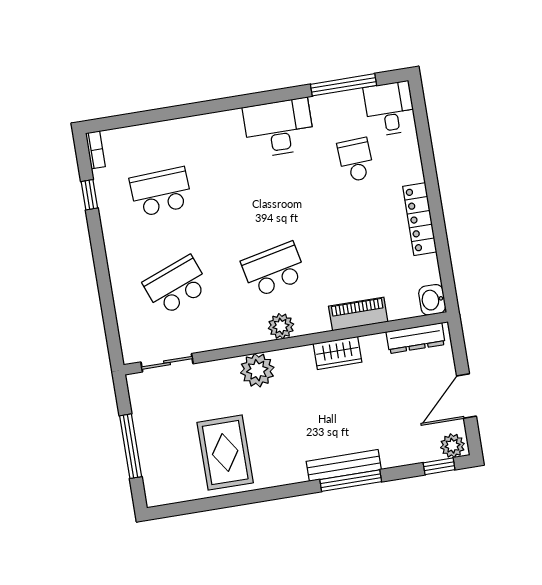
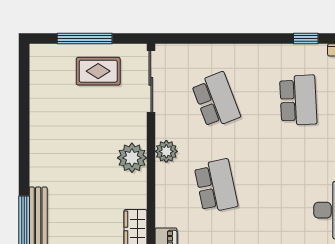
plant: (281, 326) -> (166, 151), moved
sliding door: (167, 363) -> (151, 81), width x1.37
rug: (225, 453) -> (98, 71), moved, width x0.73, depth x0.70

